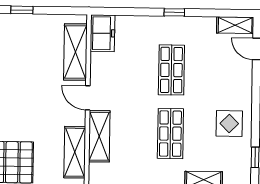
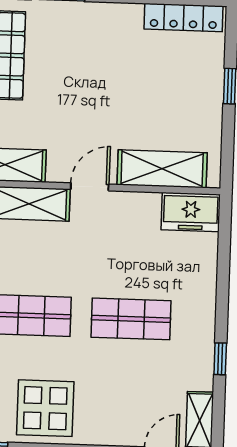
window: (174, 12) -> (220, 359), moved
display table: (229, 123) -> (45, 408), width x1.36, depth x1.36

